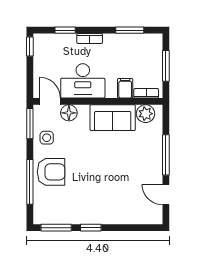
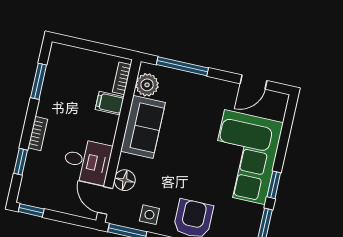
window: (166, 66) -> (93, 46), removed
desk: (83, 81) -> (87, 161), width x0.73
door: (50, 101) -> (105, 200), hinge flipped
window: (166, 155) -> (182, 66), moved
corner sofa: (107, 201) -> (245, 157), added

